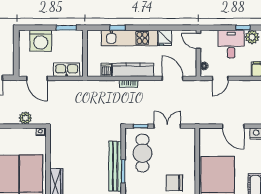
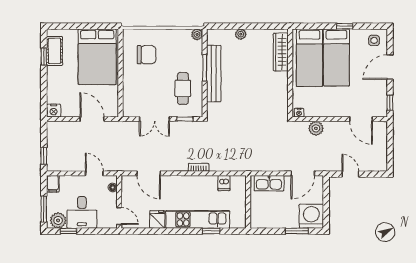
window: (66, 28) -> (297, 231), moved
washing machine: (41, 41) -> (311, 216), moved
kitchen counter: (133, 70) -> (193, 183), removed
door: (37, 78) -> (303, 173), swing flipped
door: (220, 78) -> (94, 173), hinge flipped
door: (233, 126) -> (92, 119), moved
cafe table: (142, 153) -> (183, 88), width x0.73, depth x0.74

